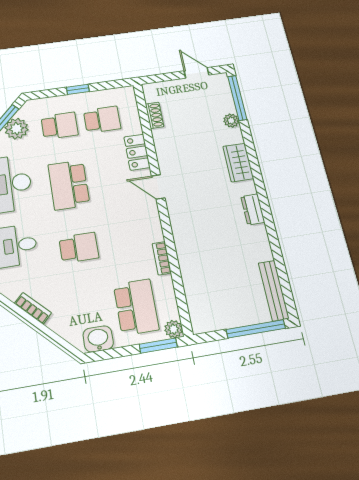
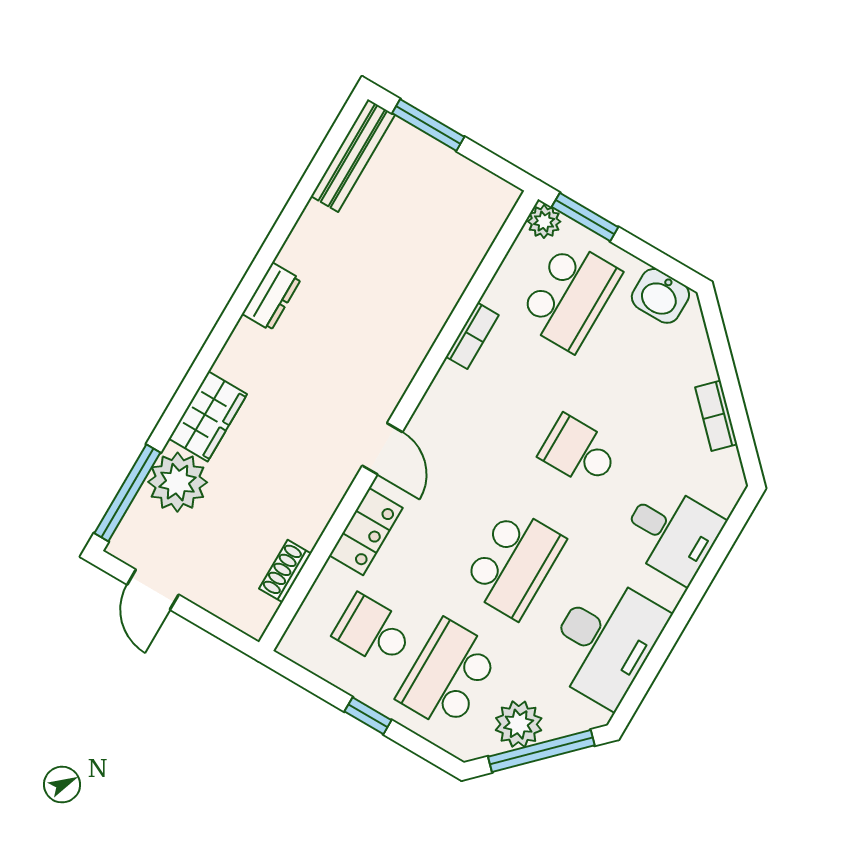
plant: (231, 121) -> (178, 482), width x1.87, depth x1.87
school desk: (59, 126) -> (448, 675), width x1.85
wardrobe: (238, 162) -> (208, 416), moved
school desk: (136, 307) -> (570, 296), turned 180
window: (256, 329) -> (428, 125), width x0.69

